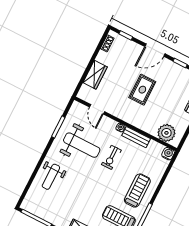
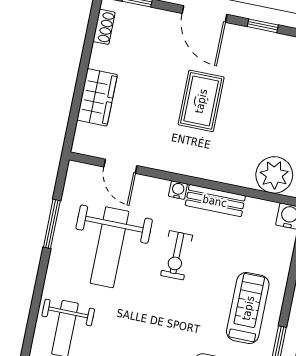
door: (155, 50) -> (204, 14), hinge flipped
weight bench: (82, 145) -> (109, 247), turned 90

